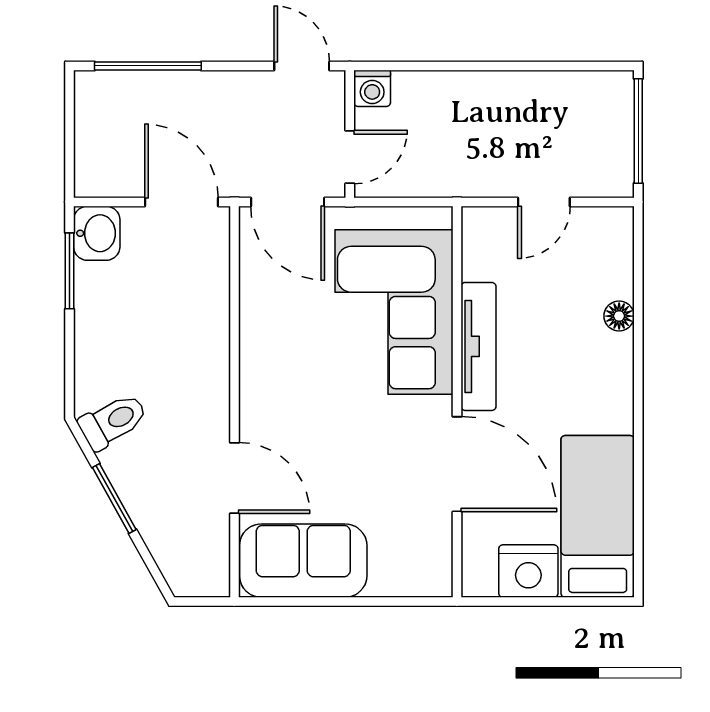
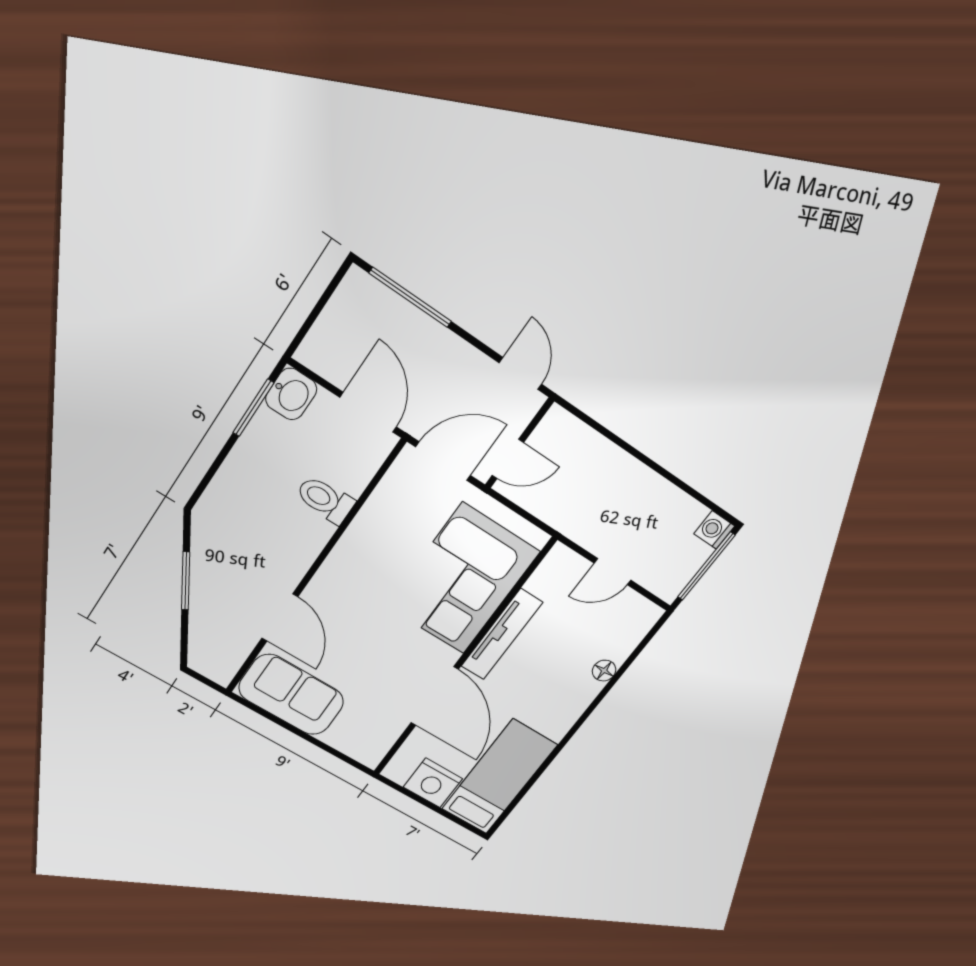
washing machine: (372, 88) -> (714, 530), moved, turned 90
door: (288, 202) -> (443, 461), swing flipped
toilet: (113, 421) -> (325, 500), moved, turned -151

